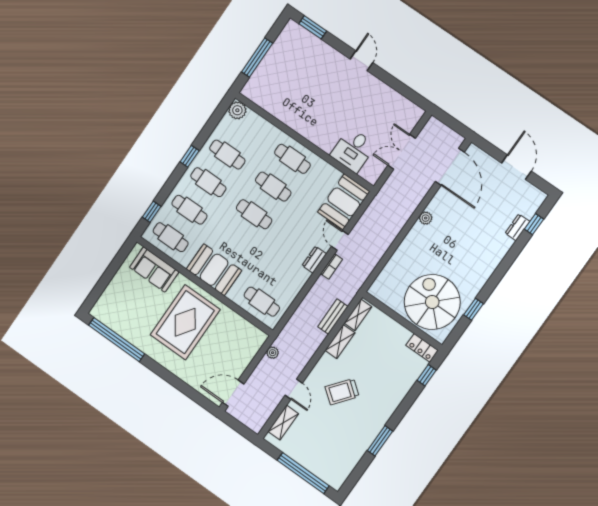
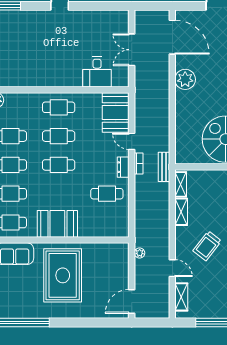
plant: (426, 218) -> (185, 79), width x1.87, depth x1.87
cafe table: (262, 302) -> (107, 194), moved
bench: (333, 317) -> (164, 167), moved

